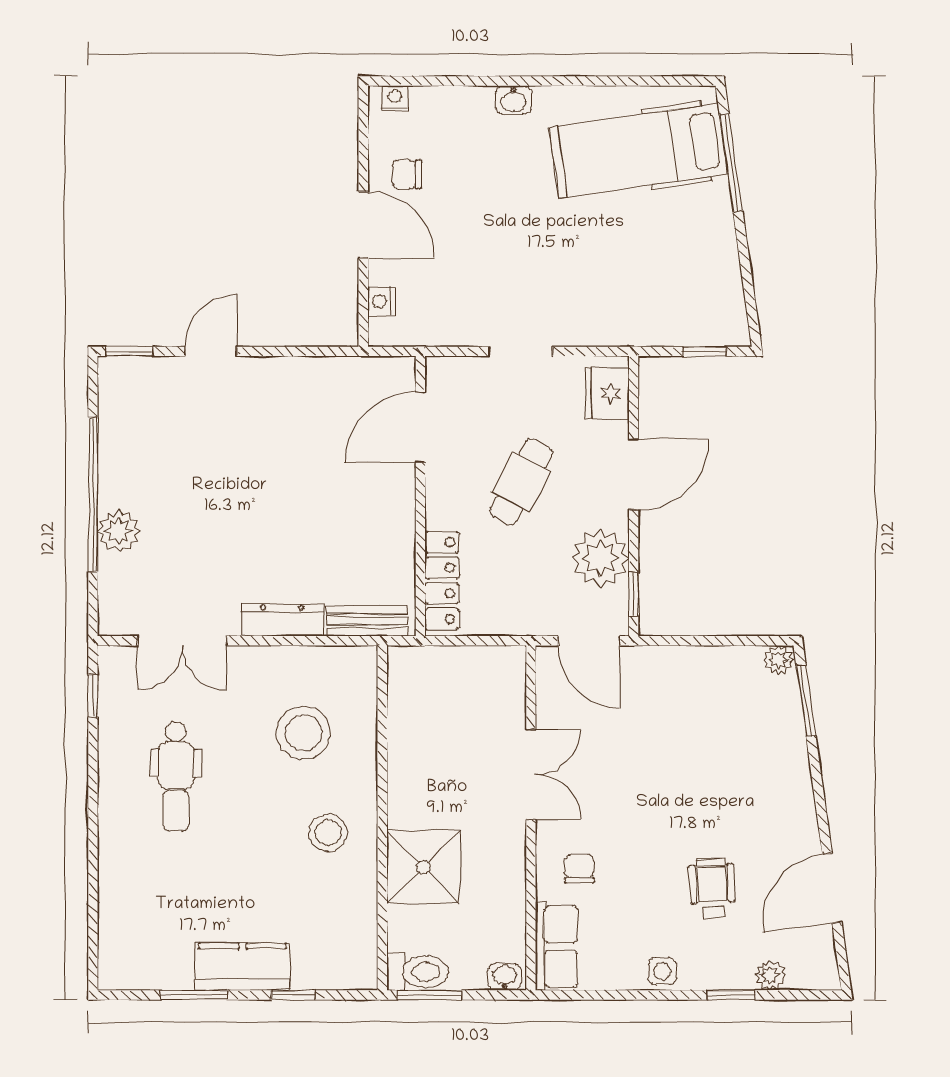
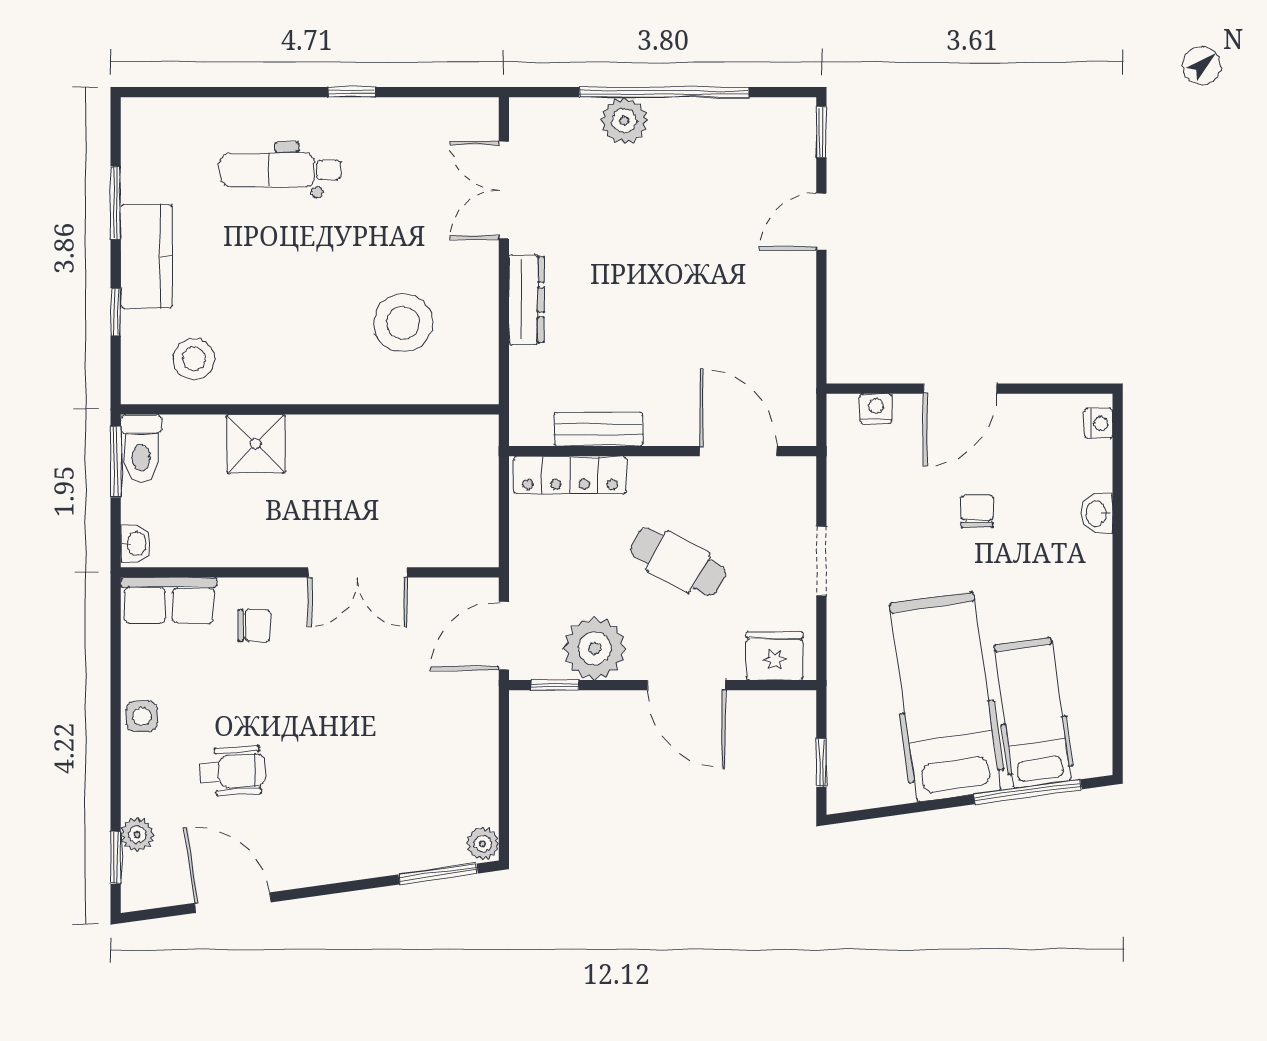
washbasin: (513, 100) -> (1097, 514), moved
hospital bed: (639, 151) -> (1032, 713), width x0.73, depth x0.78
chair: (407, 175) -> (977, 511), moved
hospital bed: (644, 238) -> (945, 697), added
door: (211, 351) -> (821, 222), swing flipped
bench: (367, 621) -> (598, 429), moved, turned 90
window: (93, 696) -> (352, 92), moved
dental chair: (176, 777) -> (281, 170), moved
stool: (328, 833) -> (194, 359), moved
shower: (423, 867) -> (256, 444), width x0.73, depth x0.73
window: (731, 995) -> (116, 858), moved

